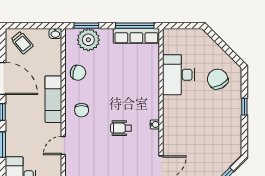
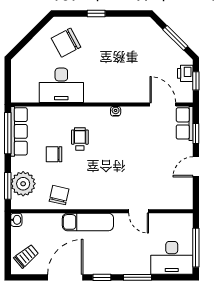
chair: (82, 110) -> (54, 154), moved, turned 180
wheelchair: (121, 128) -> (80, 139), moved, turned 180

